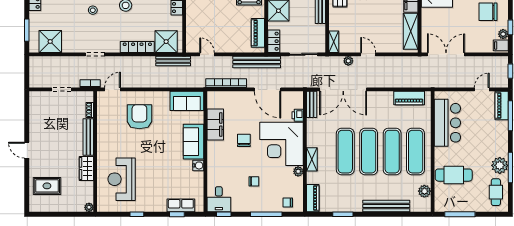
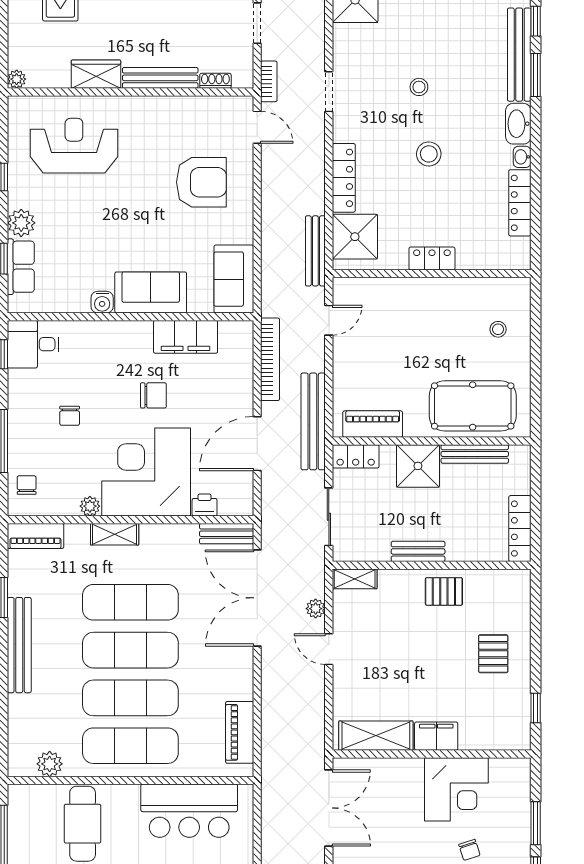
door: (368, 54) -> (329, 649), swing flipped
plant: (159, 205) -> (21, 223), added
bench: (386, 206) -> (19, 645), moved

